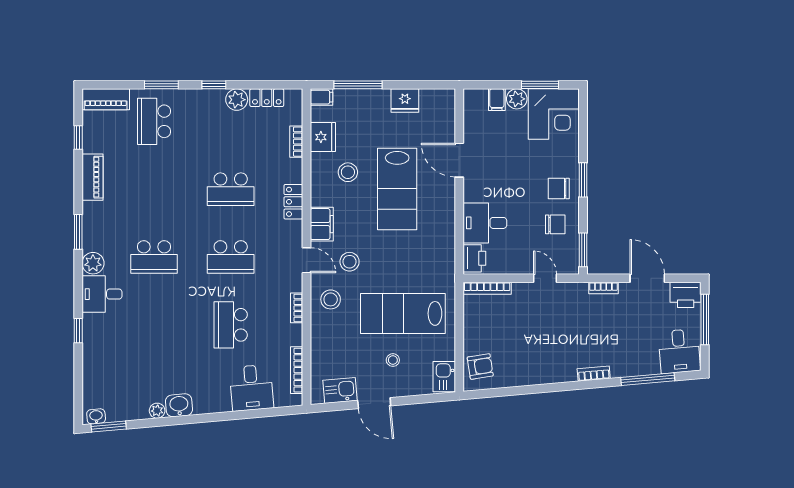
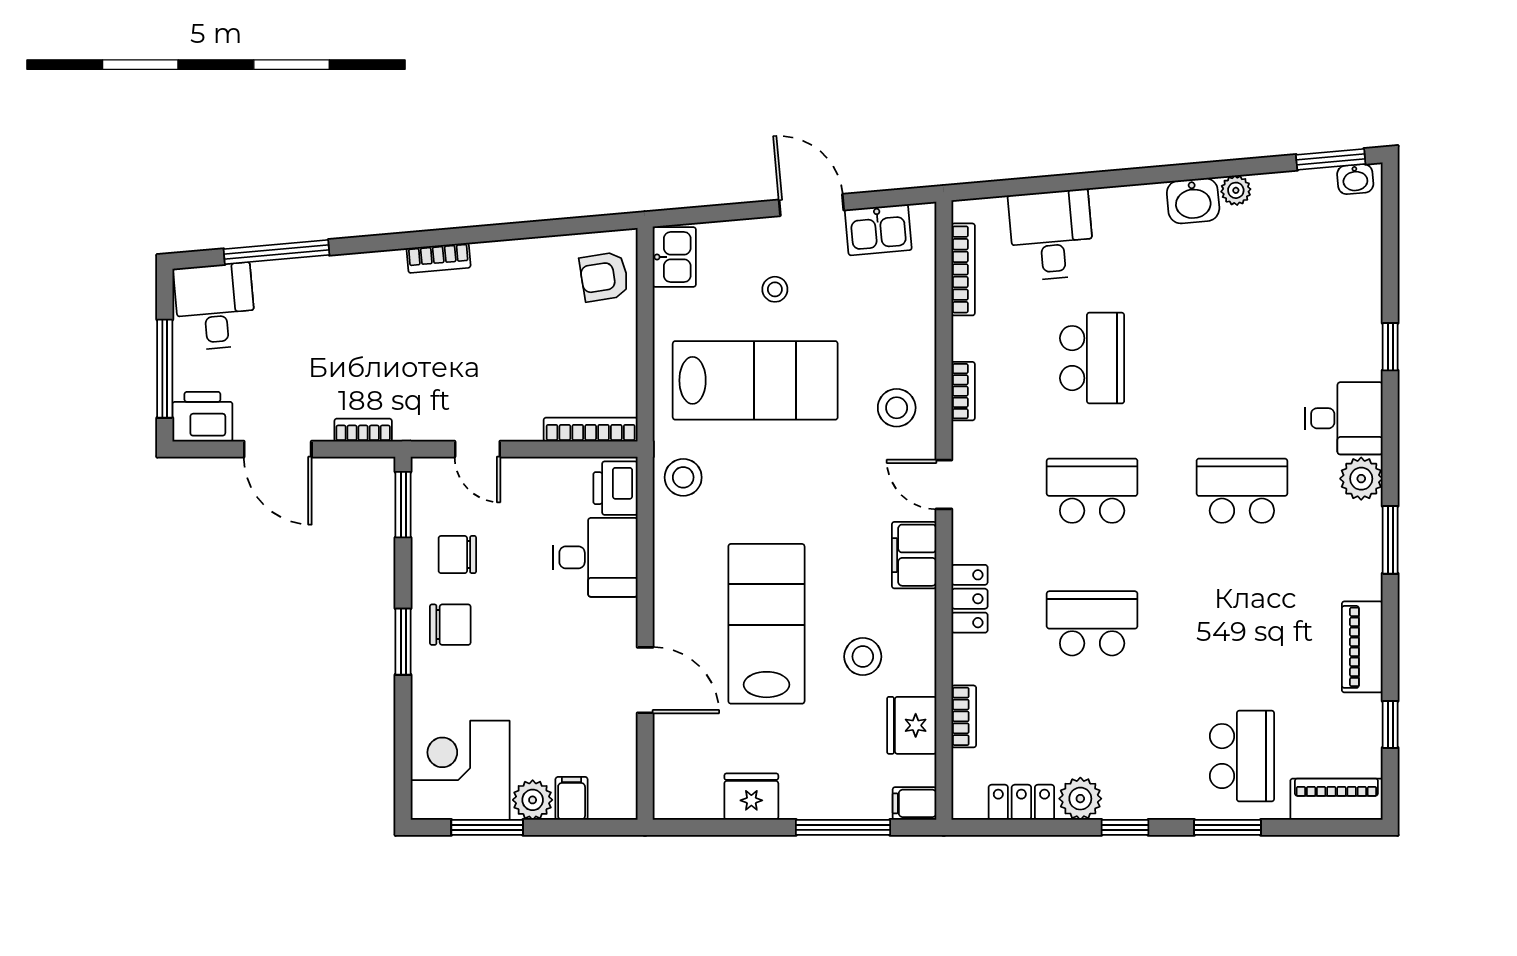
stool: (350, 262) -> (683, 477), moved
bookcase: (594, 374) -> (439, 258), moved

